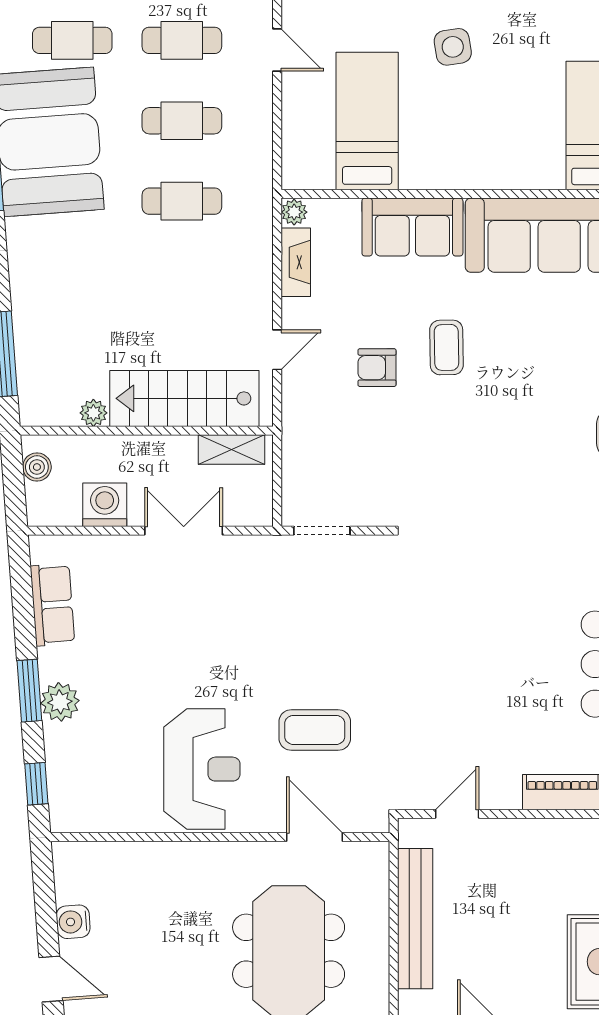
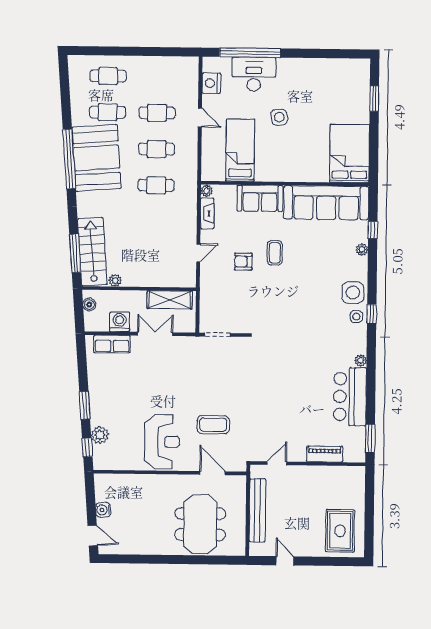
stairs: (184, 398) -> (92, 252), moved, turned 86
shelving: (232, 449) -> (170, 300), width x1.50, depth x1.33
row of seats: (52, 605) -> (112, 344), moved, turned 94
plant: (60, 702) -> (100, 435), moved

